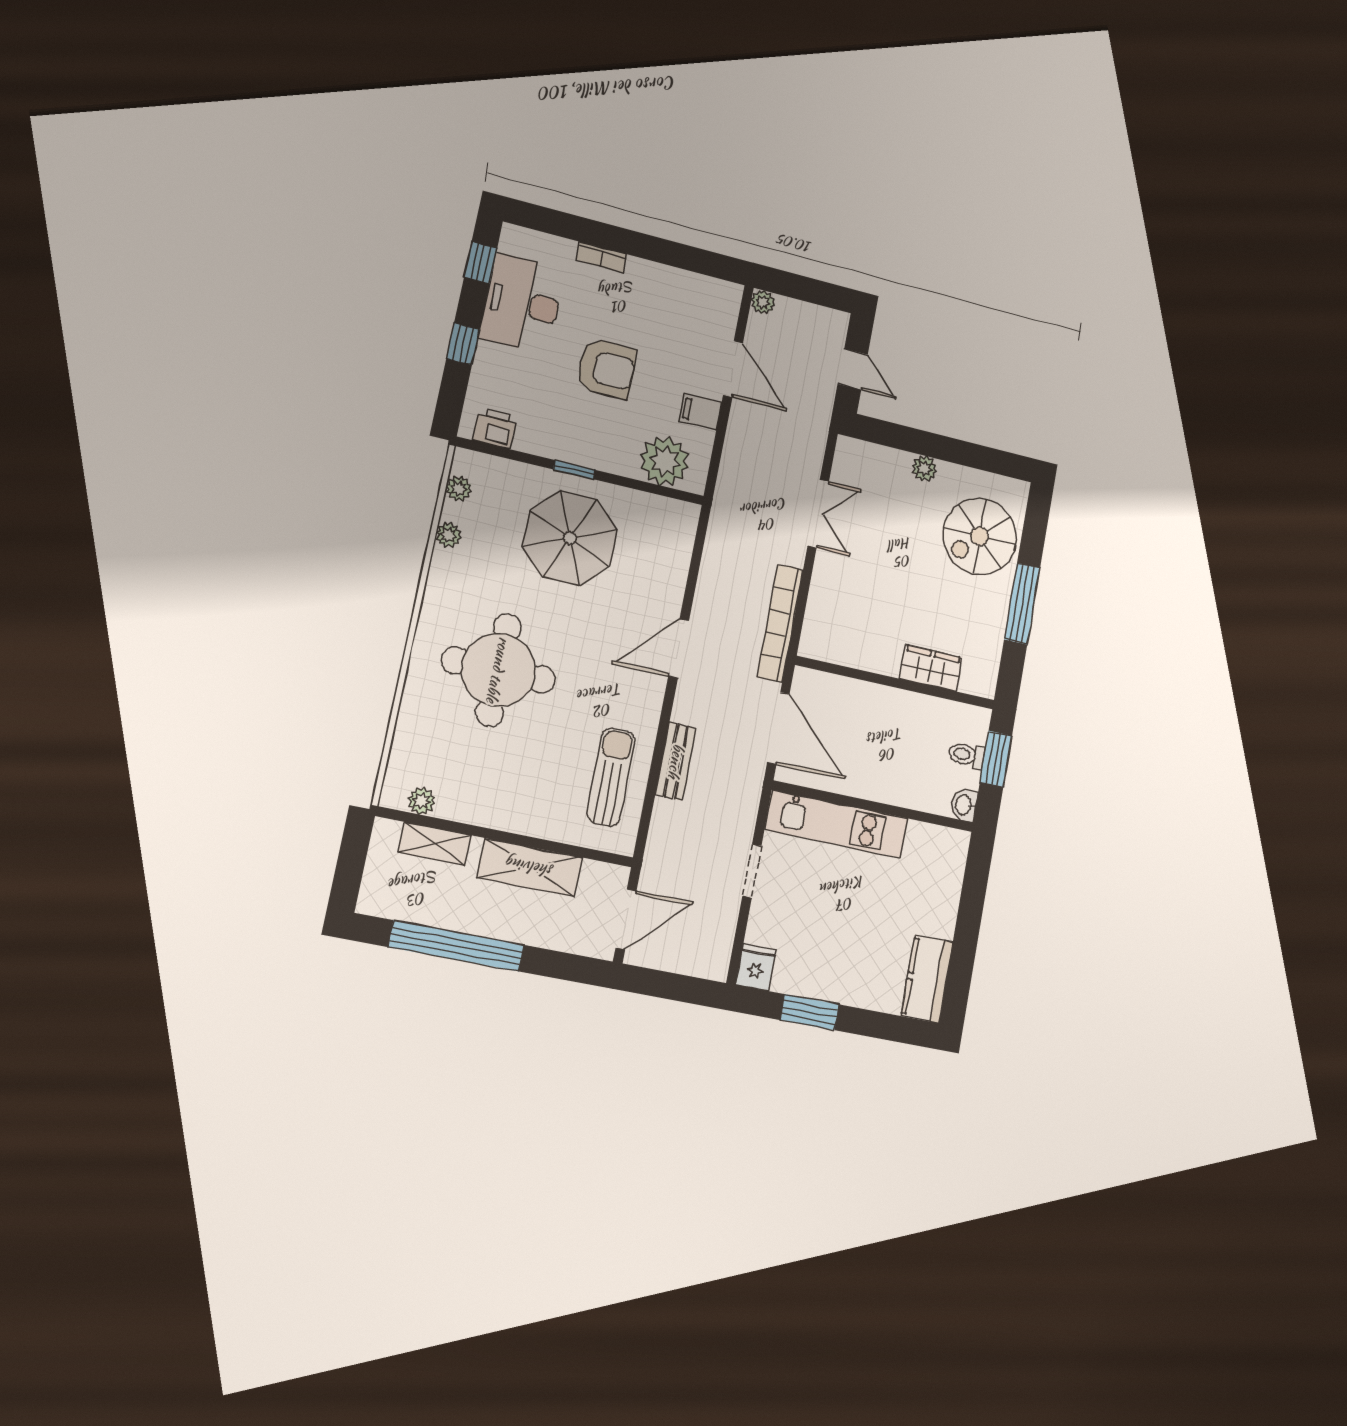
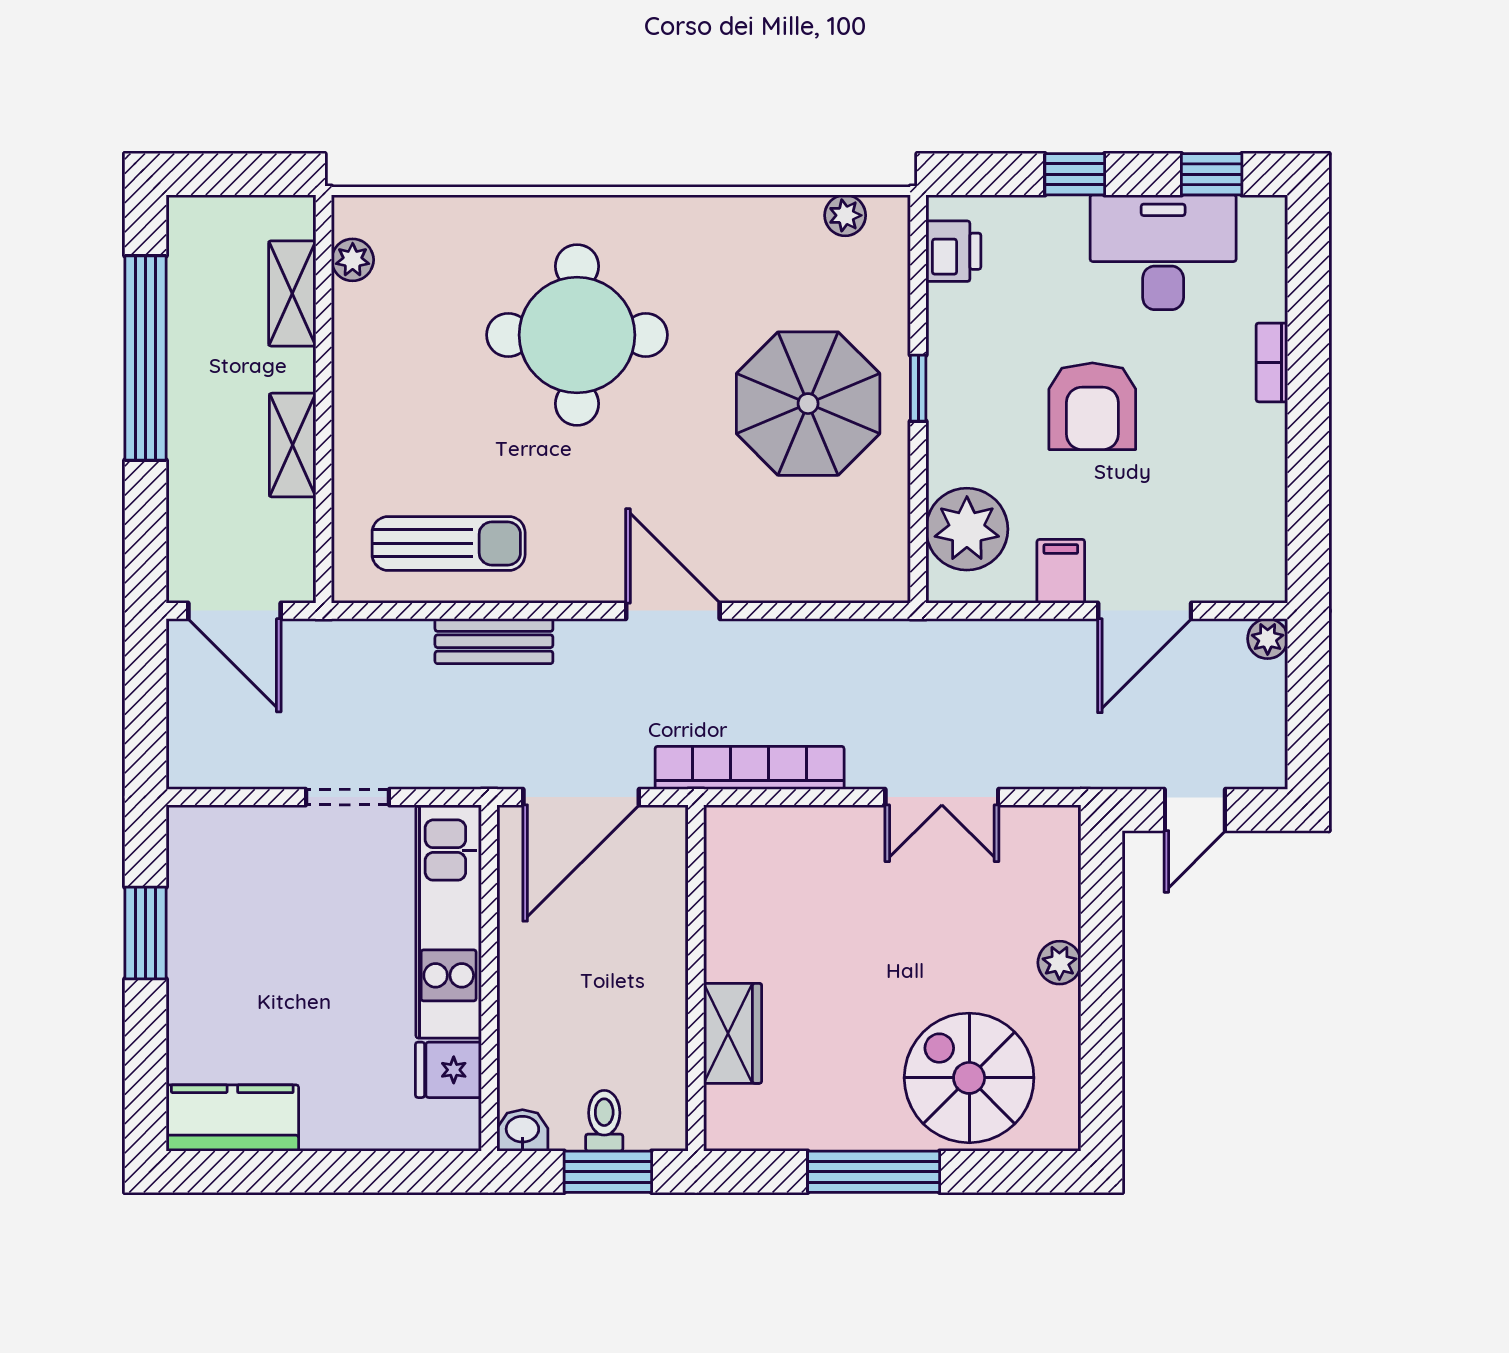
plant: (448, 535) -> (769, 215), removed
shelving: (530, 867) -> (293, 445), width x0.67, depth x0.75
fridge: (756, 967) -> (448, 1070), moved, turned 180

